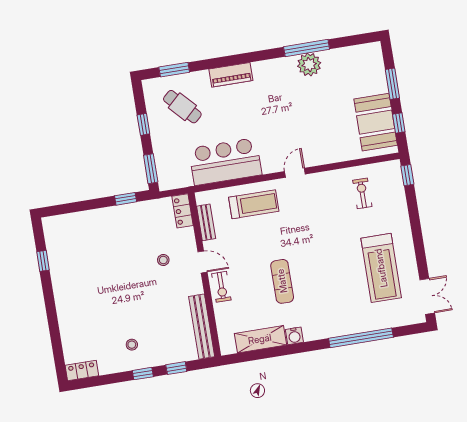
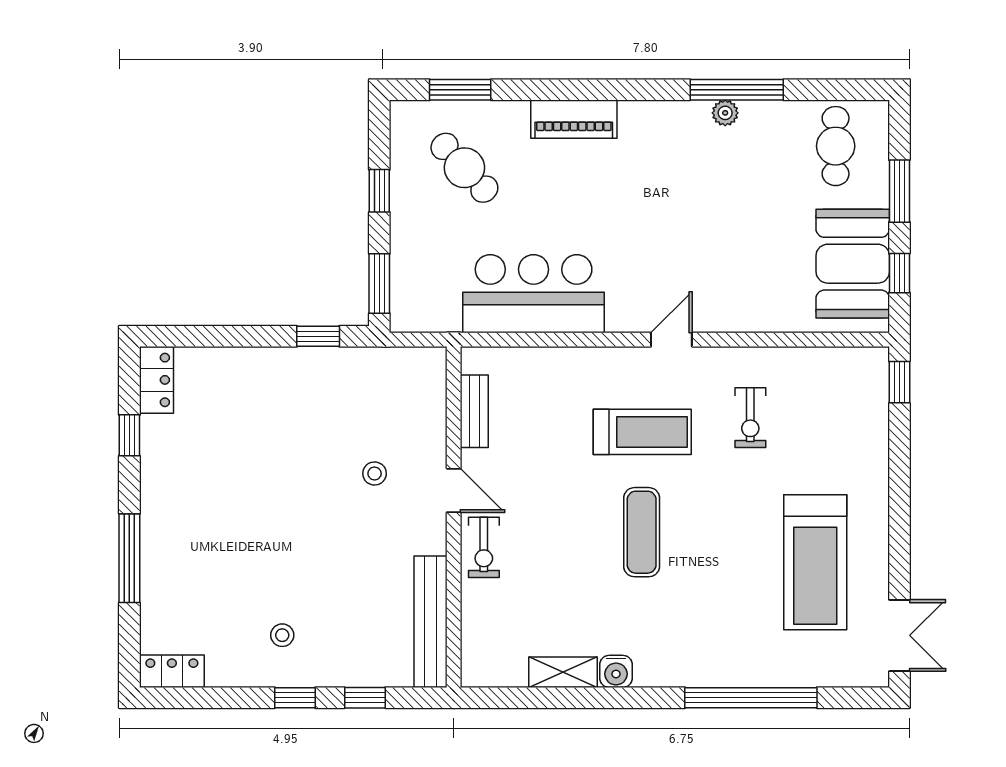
plant: (309, 65) -> (725, 113), width x0.53, depth x0.53
cafe table: (358, 67) -> (836, 146), added
exercise bike: (362, 193) -> (750, 418), moved, turned 180
treadmill: (254, 204) -> (642, 432), moved
locker: (182, 211) -> (156, 380), moved, turned 180
exercise mat: (282, 281) -> (642, 532), moved
window: (53, 320) -> (129, 558), added
shelving: (260, 339) -> (563, 672), width x0.67, depth x0.75

